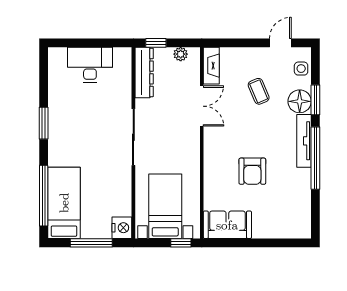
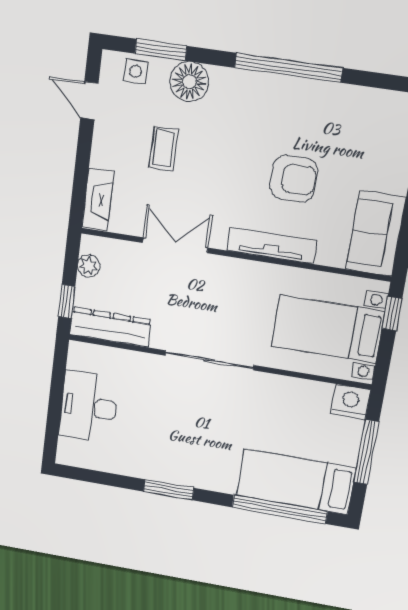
fireplace: (211, 66) -> (98, 200), moved, turned 90
coffee table: (259, 91) -> (164, 149), turned -67
window: (315, 100) -> (161, 50), moved
tv unit: (304, 141) -> (272, 246), moved, turned 180

